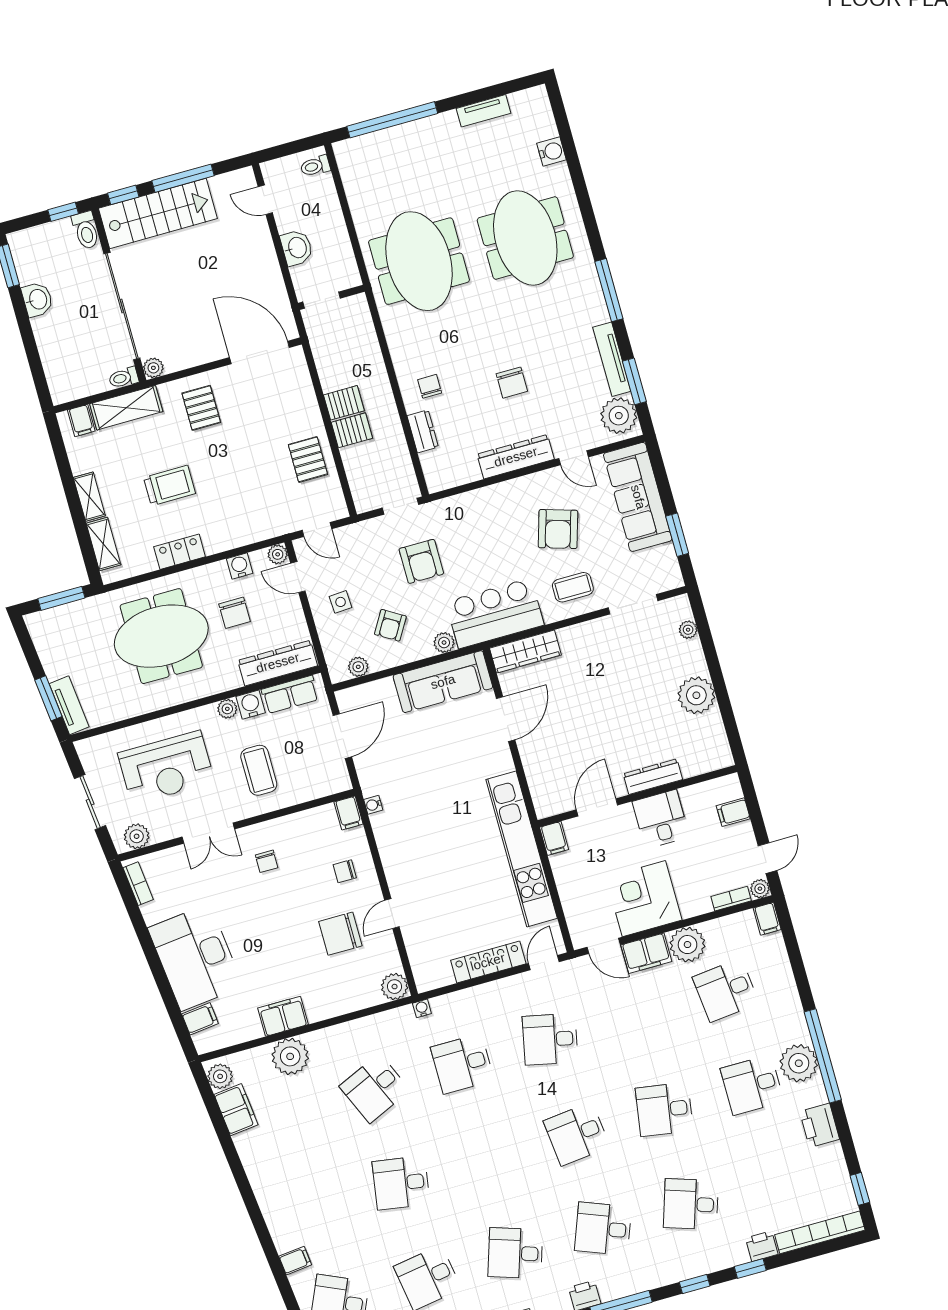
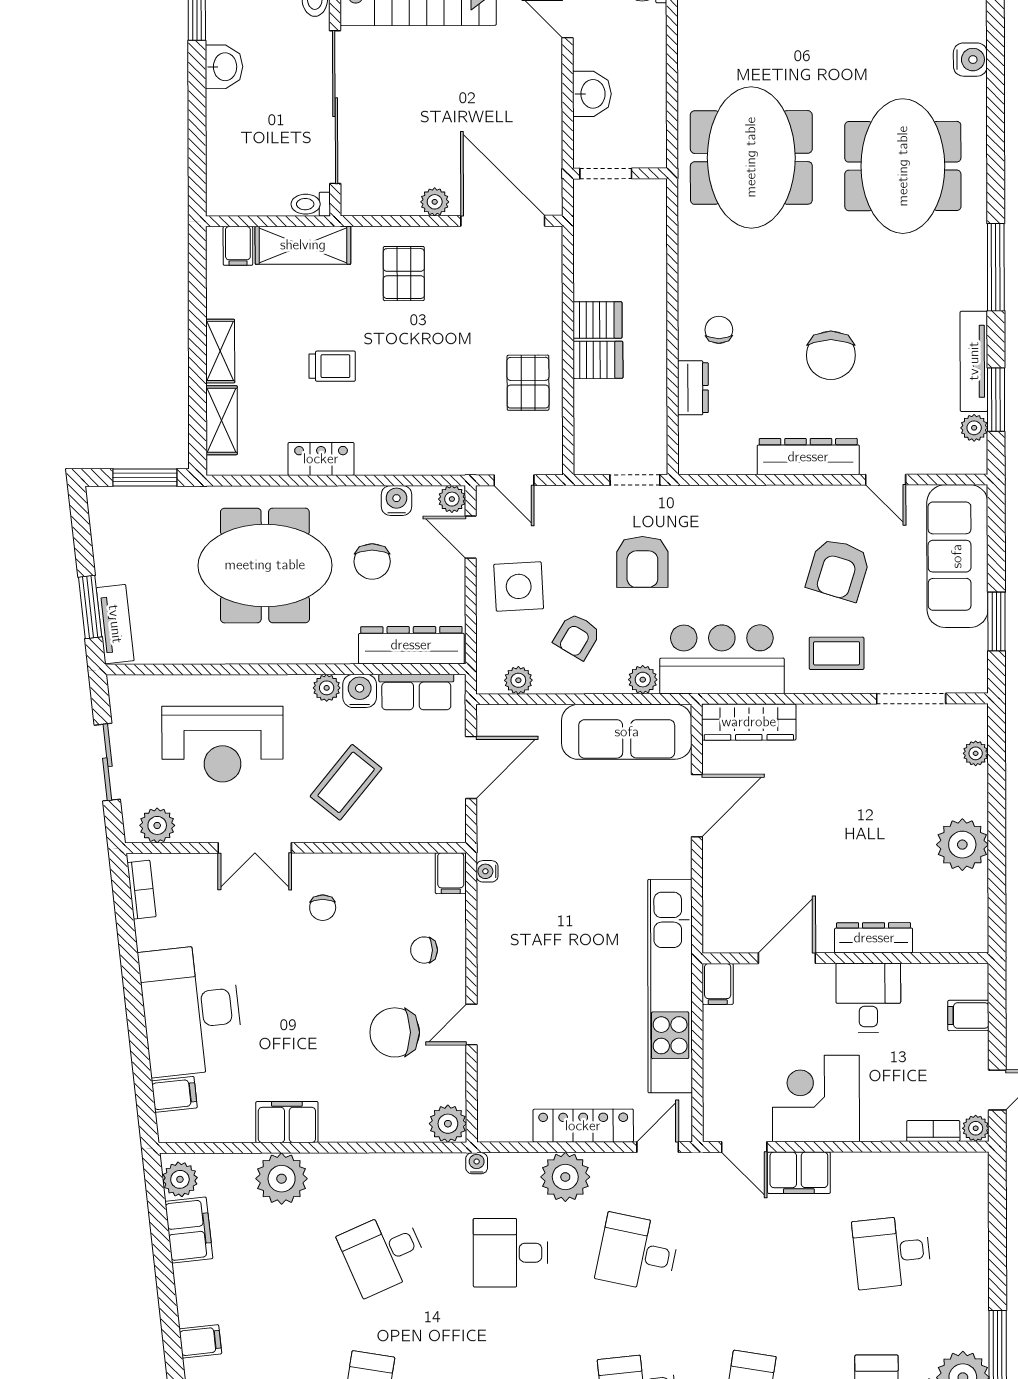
plant: (153, 368) -> (435, 202), moved
chair: (512, 383) -> (831, 355), width x1.37, depth x1.37
plant: (619, 416) -> (974, 428), width x0.53, depth x0.53
trolley: (170, 485) -> (332, 366), width x0.73, depth x0.72
side table: (341, 602) -> (519, 586), width x1.87, depth x1.87
coffee table: (259, 770) -> (346, 782), turned 39
filing cabinet: (767, 919) -> (200, 1341), moved, turned -96
plant: (688, 945) -> (565, 1177), moved

